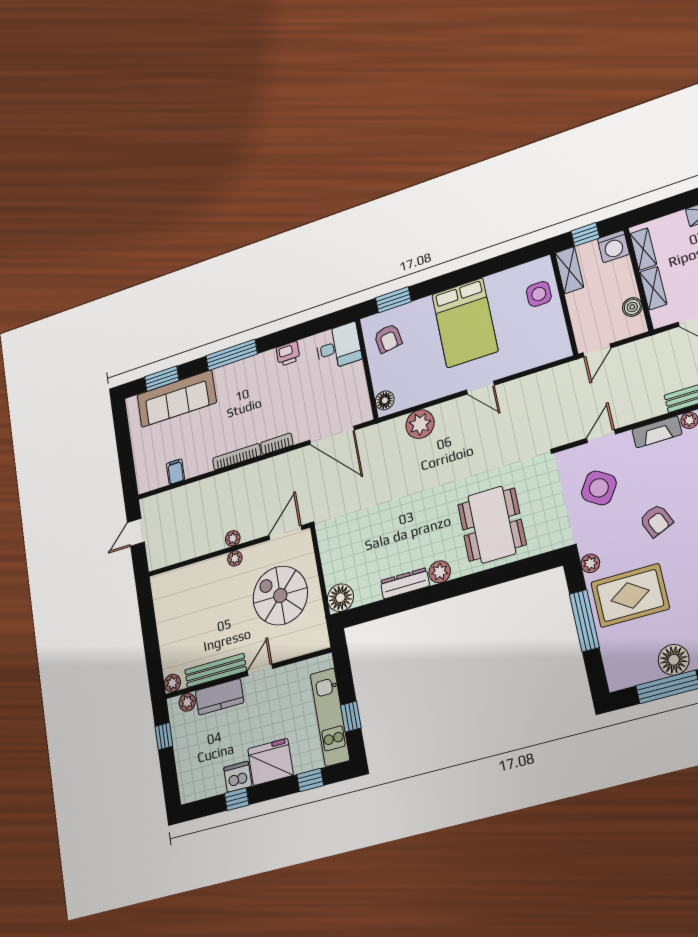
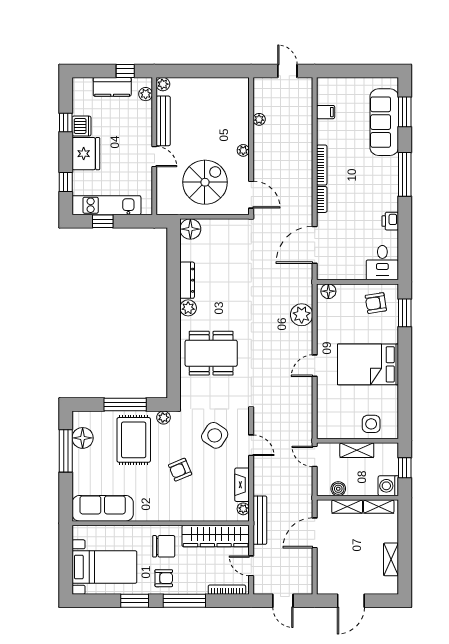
shelving: (569, 270) -> (357, 450), moved
plant: (233, 538) -> (259, 119), moved
floor lamp: (674, 660) -> (83, 438), moved
kitchen counter: (220, 697) -> (112, 87), moved, turned -90

